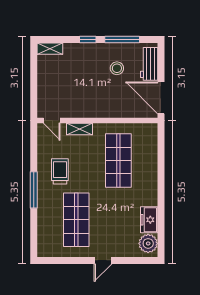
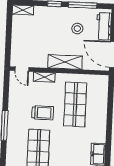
shelving: (104, 110) -> (65, 62), added
trolley: (60, 171) -> (43, 113), moved, turned 90

